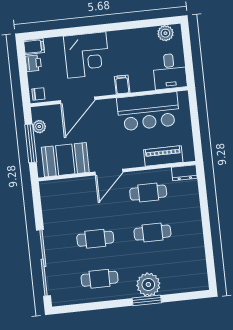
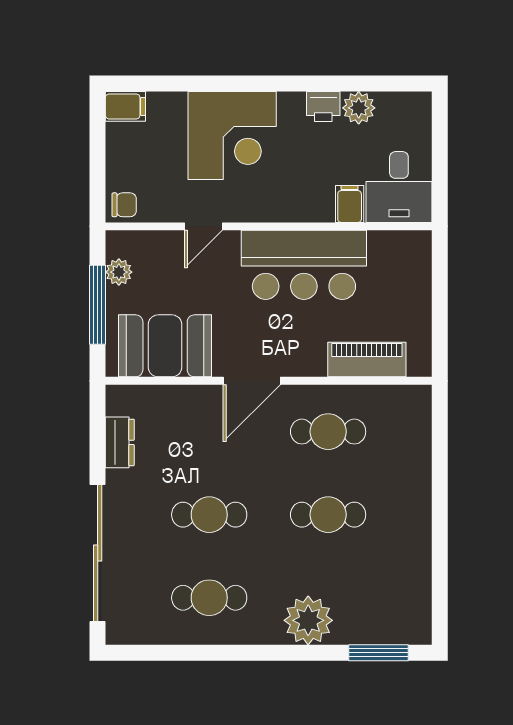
plant: (165, 33) -> (359, 108), moved
printer: (33, 63) -> (323, 107), moved, turned 90
filing cabinet: (122, 85) -> (350, 204), moved
door: (78, 100) -> (203, 226), width x0.53
bar counter: (148, 111) -> (304, 265), moved
dresser: (184, 173) -> (120, 442), moved, turned -90
window: (147, 300) -> (378, 653), moved

